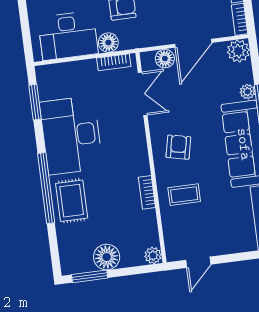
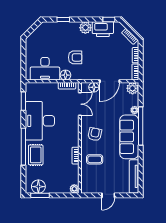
floor lamp: (107, 257) -> (38, 187), moved
door: (198, 262) -> (108, 195), moved

